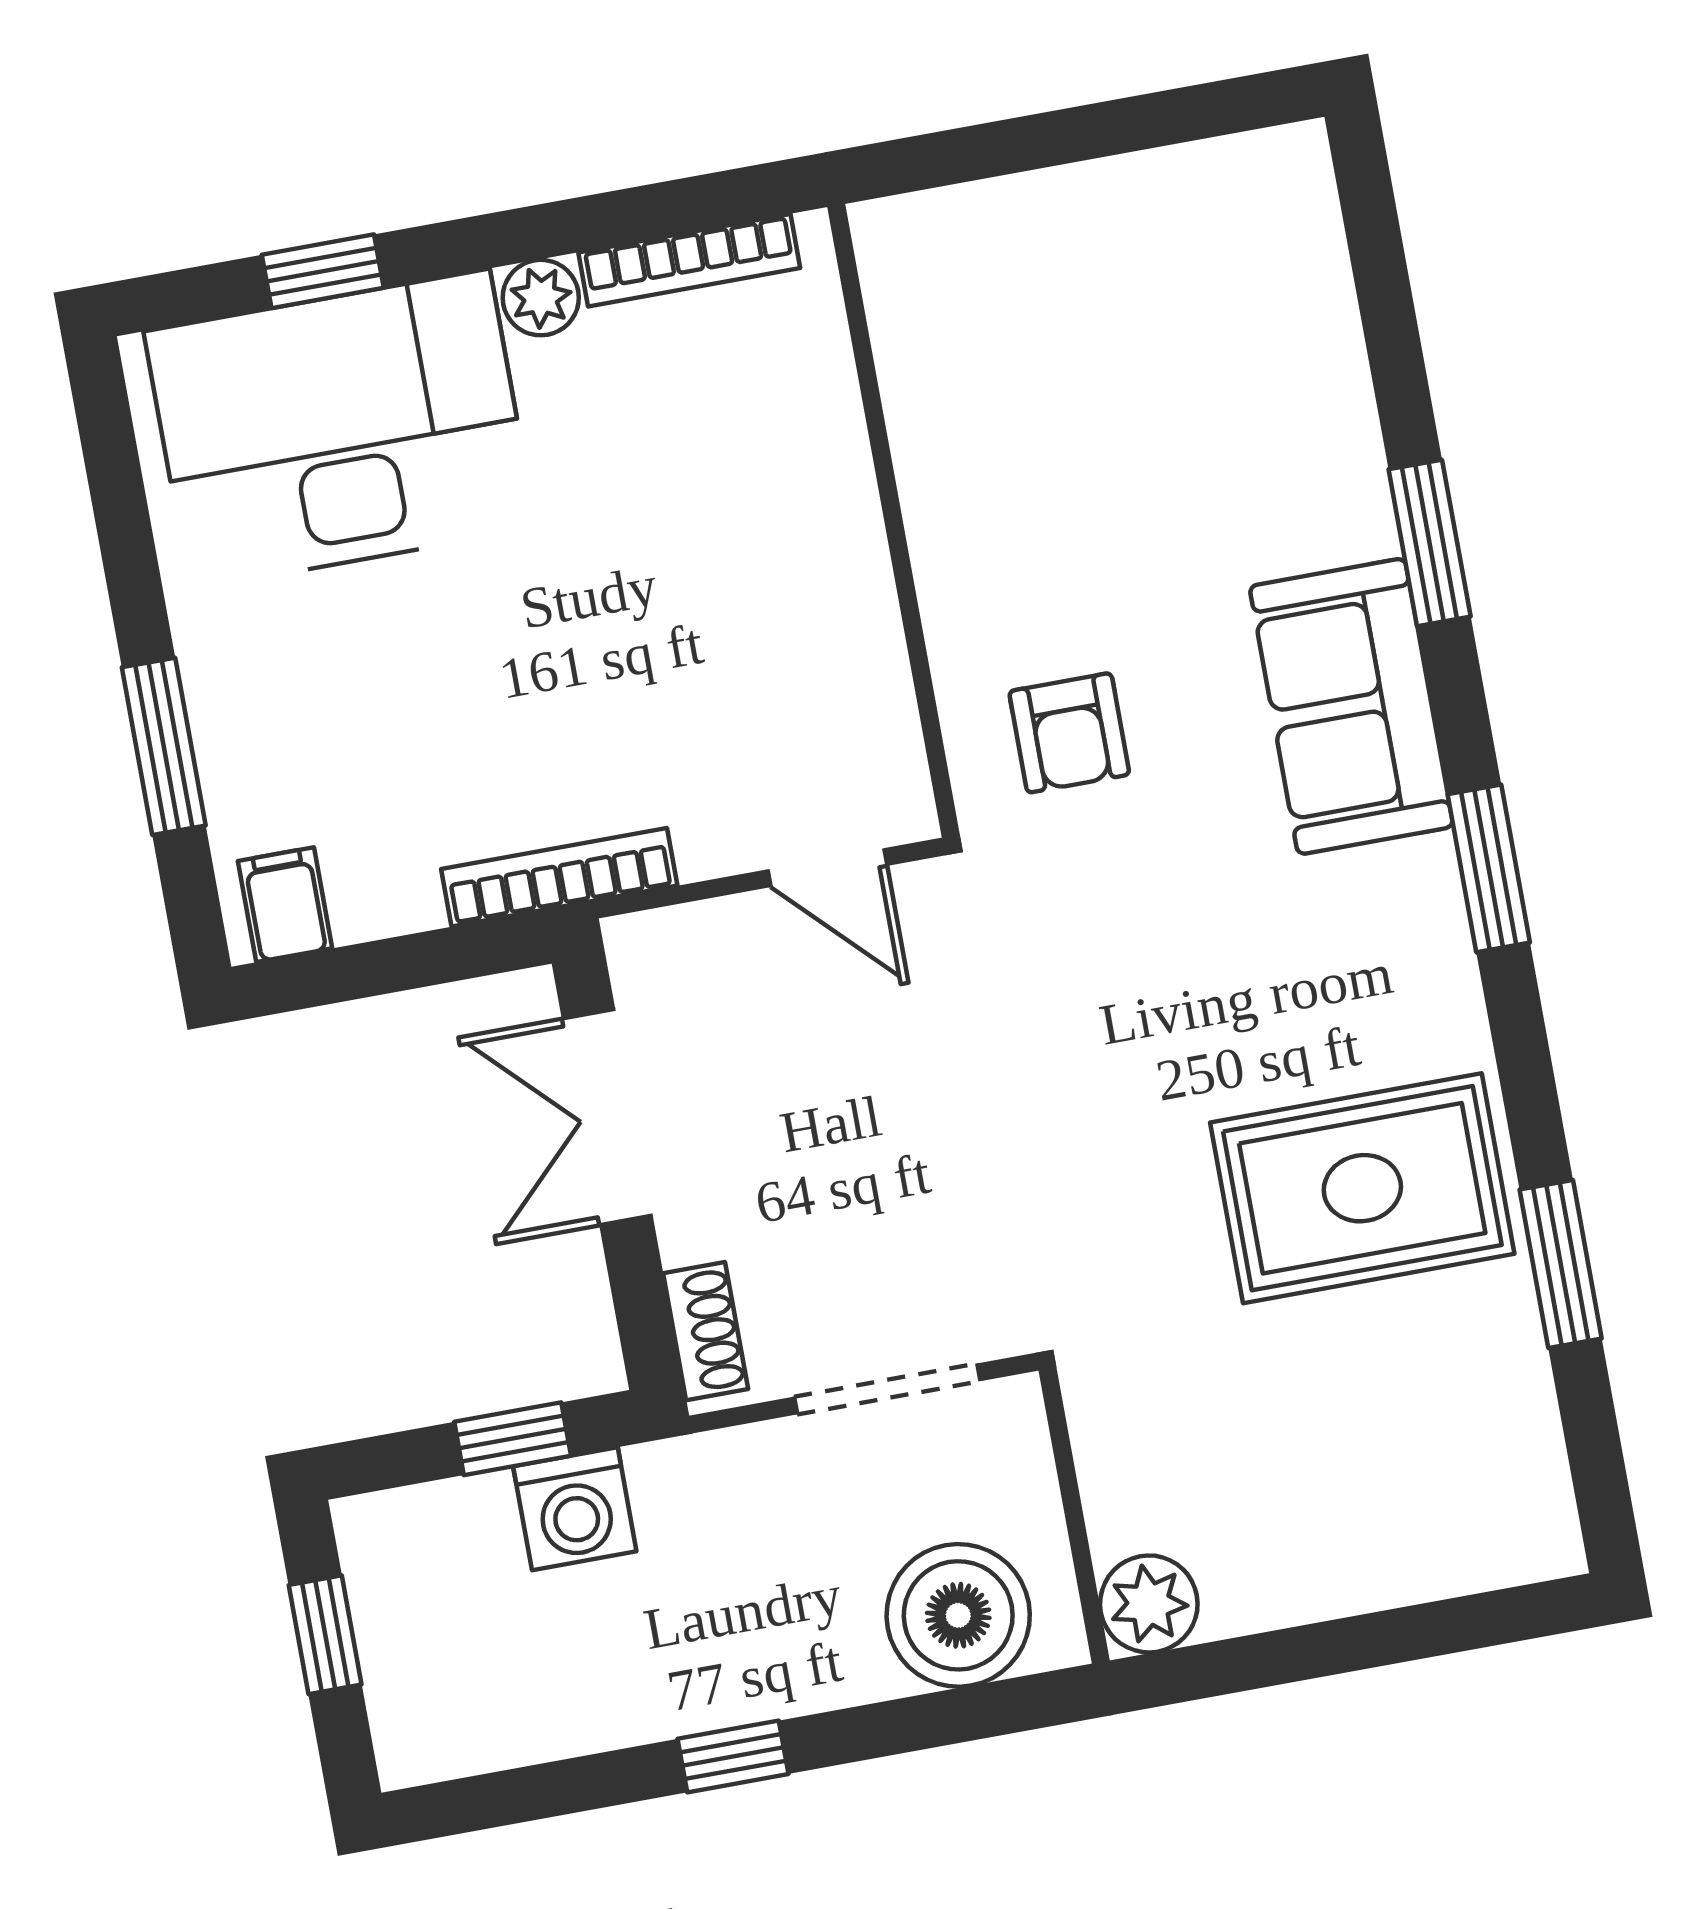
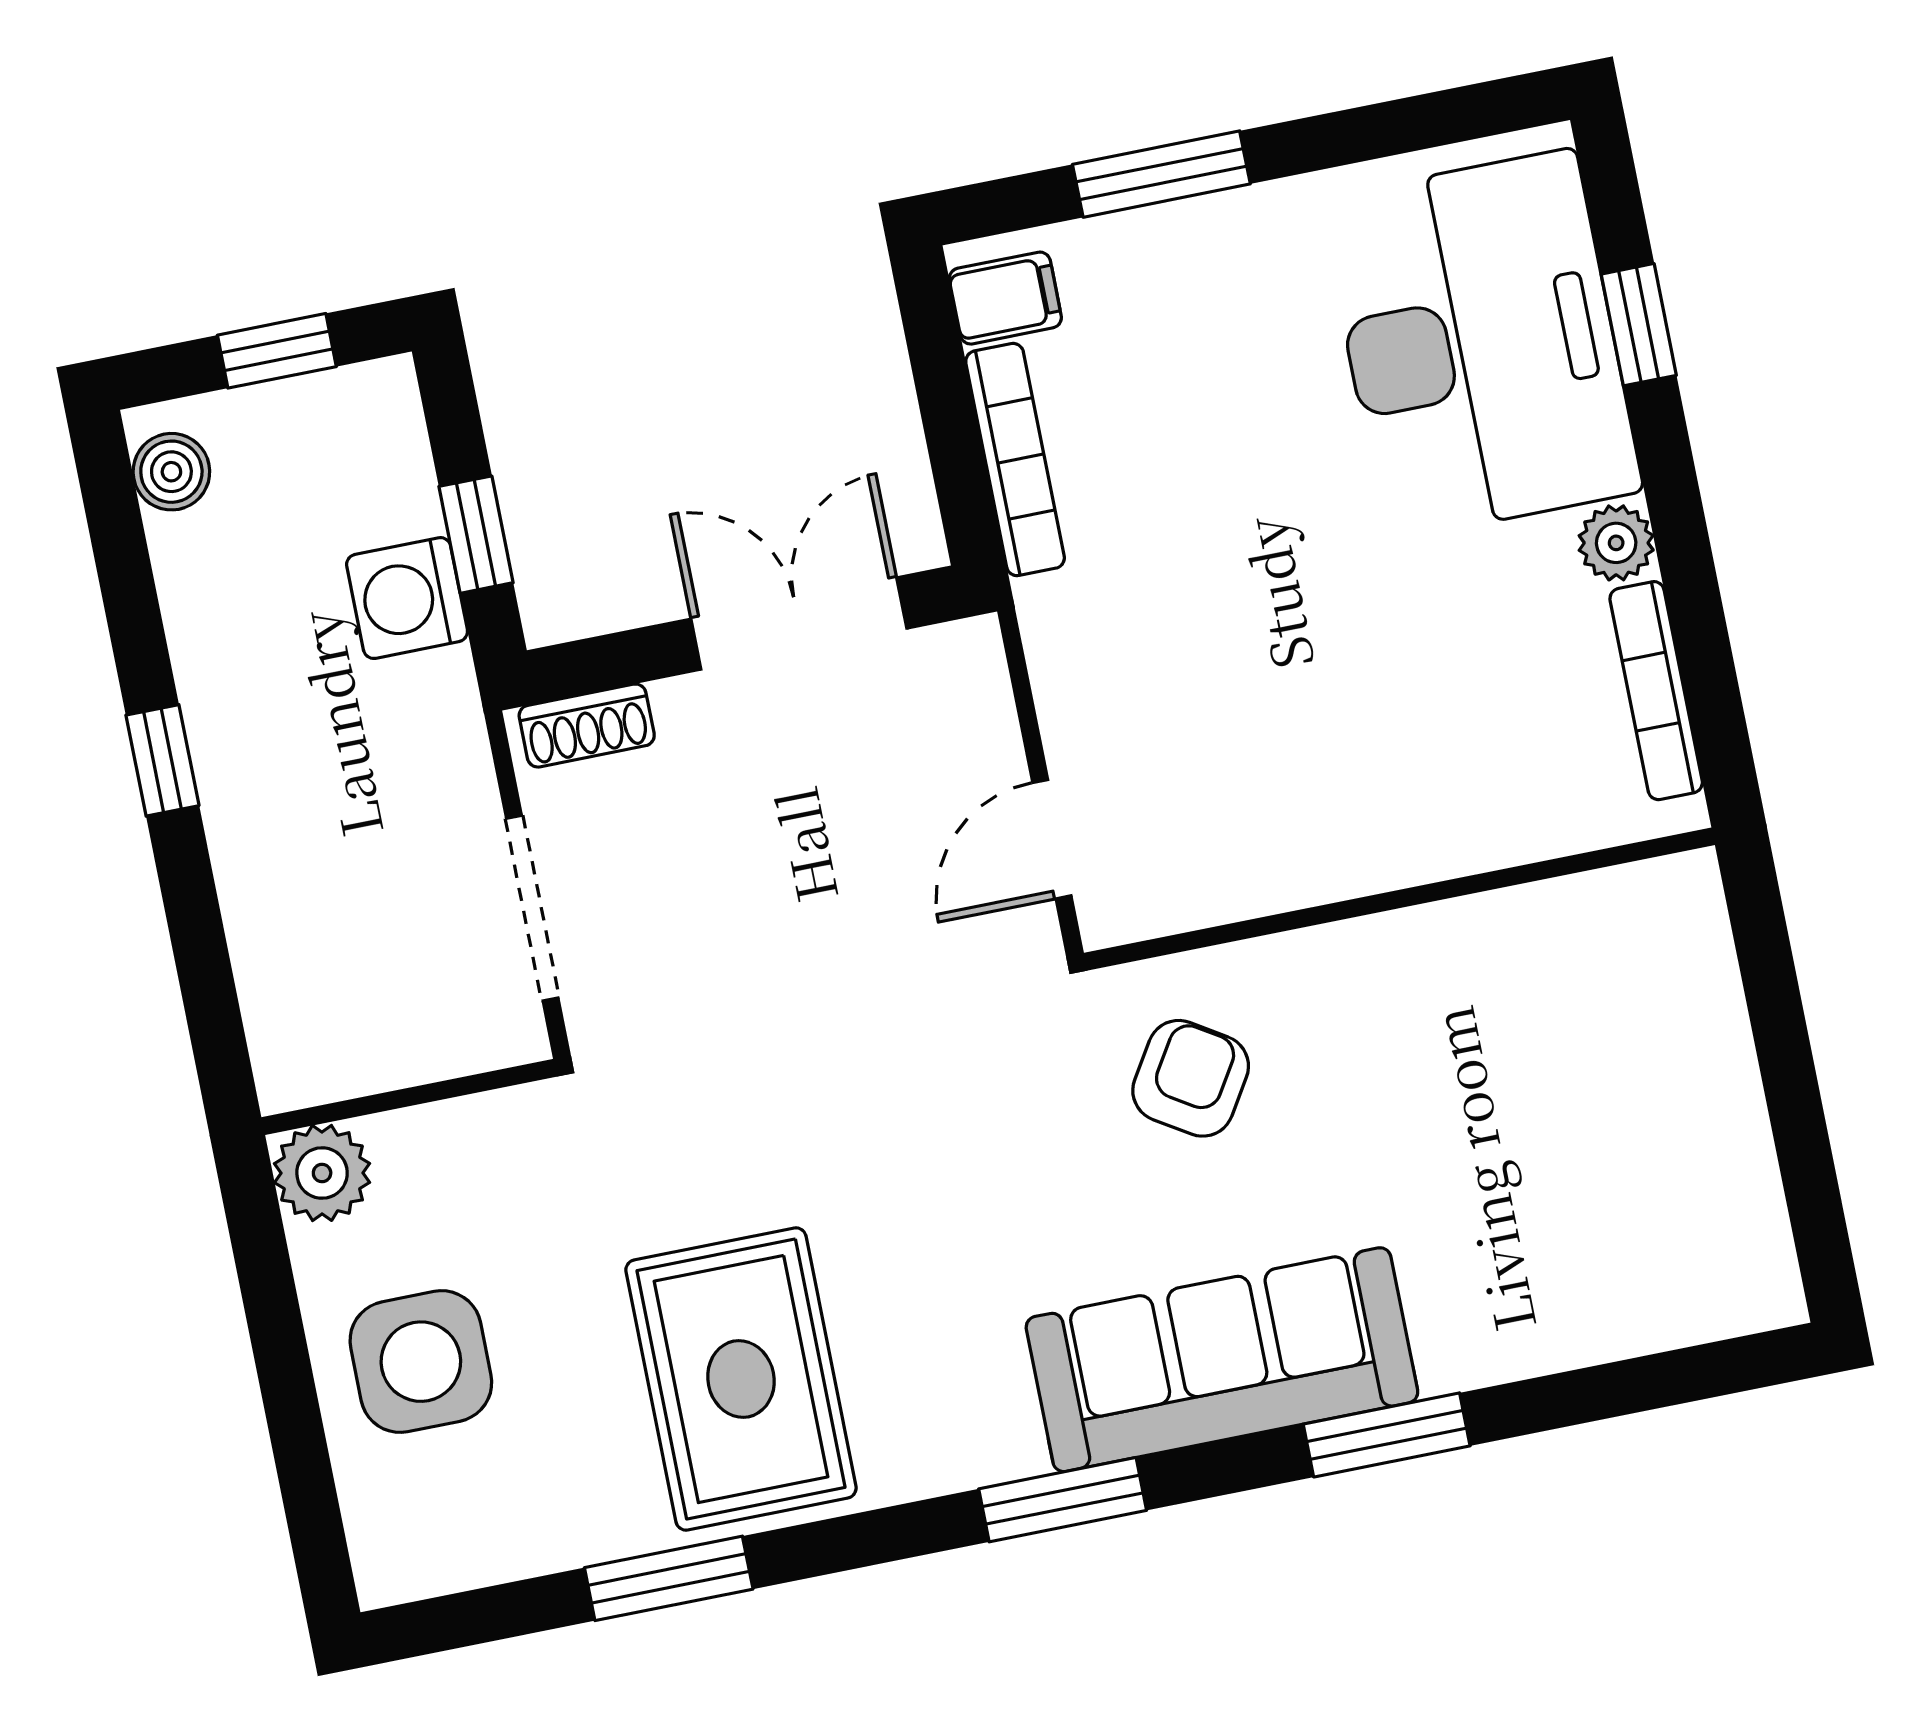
sofa: (1351, 706) -> (1222, 1360), width x1.36
armchair: (1069, 733) -> (1191, 1078), turned 122
bookcase: (559, 877) -> (1015, 460), moved
side table: (1339, 1508) -> (421, 1362), added
boiler: (958, 1615) -> (171, 472), moved, width x0.54, depth x0.54

